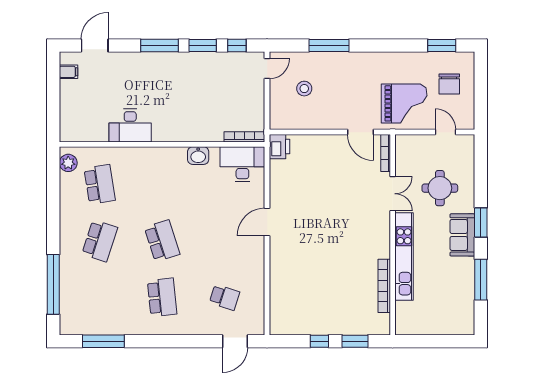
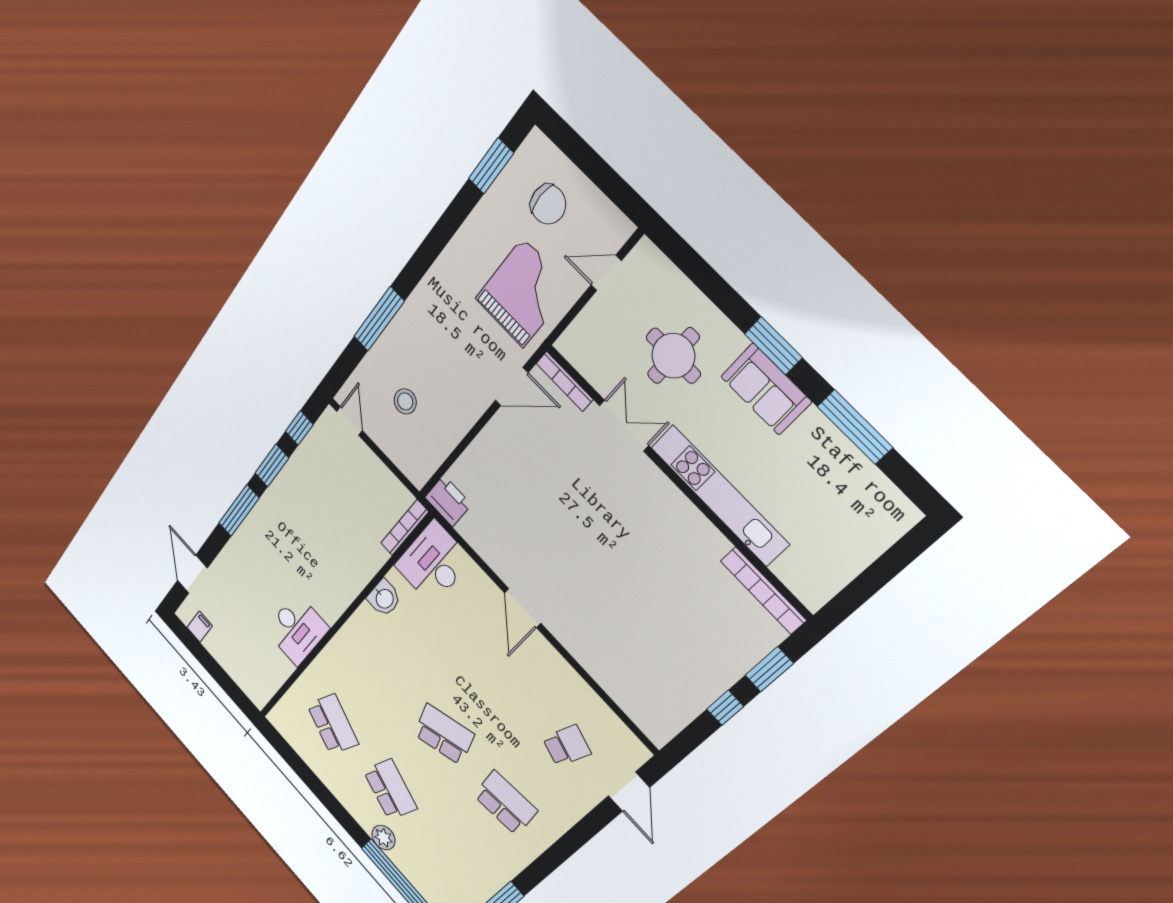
plant: (68, 163) -> (383, 838), moved
school desk: (100, 184) -> (333, 724), turned 30
bookcase: (384, 286) -> (763, 591), moved

